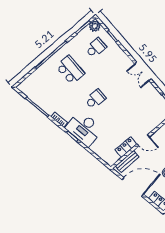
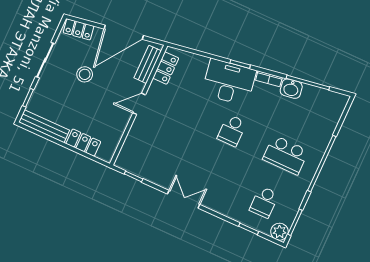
washbasin: (49, 108) -> (291, 89), added
locker: (126, 147) -> (166, 68), moved

